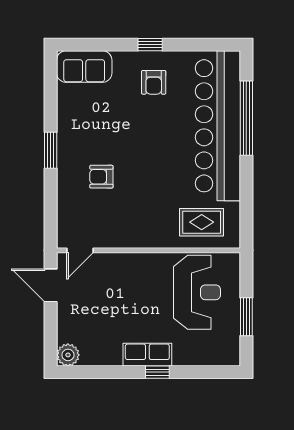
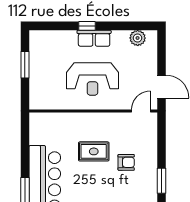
rug: (202, 222) -> (94, 151), moved
reception desk: (197, 292) -> (93, 79), moved, turned -90
plant: (68, 355) -> (138, 38), moved

